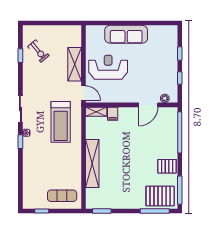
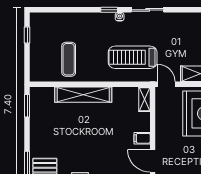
door: (84, 93) -> (166, 84), swing flipped
filing cabinet: (113, 114) -> (142, 138), moved
exercise mat: (62, 196) -> (69, 59), moved

